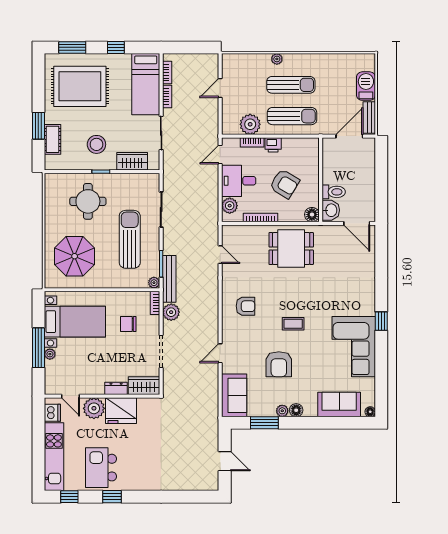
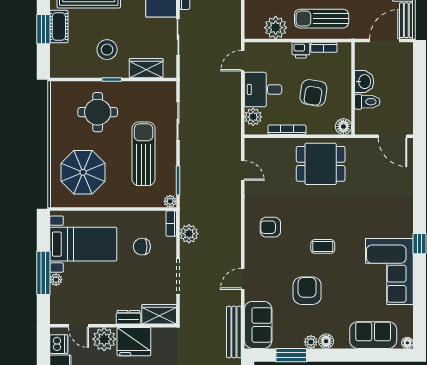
sun lounger: (292, 116) -> (322, 19), turned 180
cot: (53, 139) -> (59, 27), moved
bookcase: (252, 142) -> (324, 47), moved
armchair: (285, 184) -> (313, 93), turned 68
washbasin: (331, 210) -> (364, 82), moved
bench: (169, 279) -> (234, 332), moved
armchair: (245, 306) -> (270, 227), turned 180
armchair: (279, 364) -> (307, 291), turned 180

